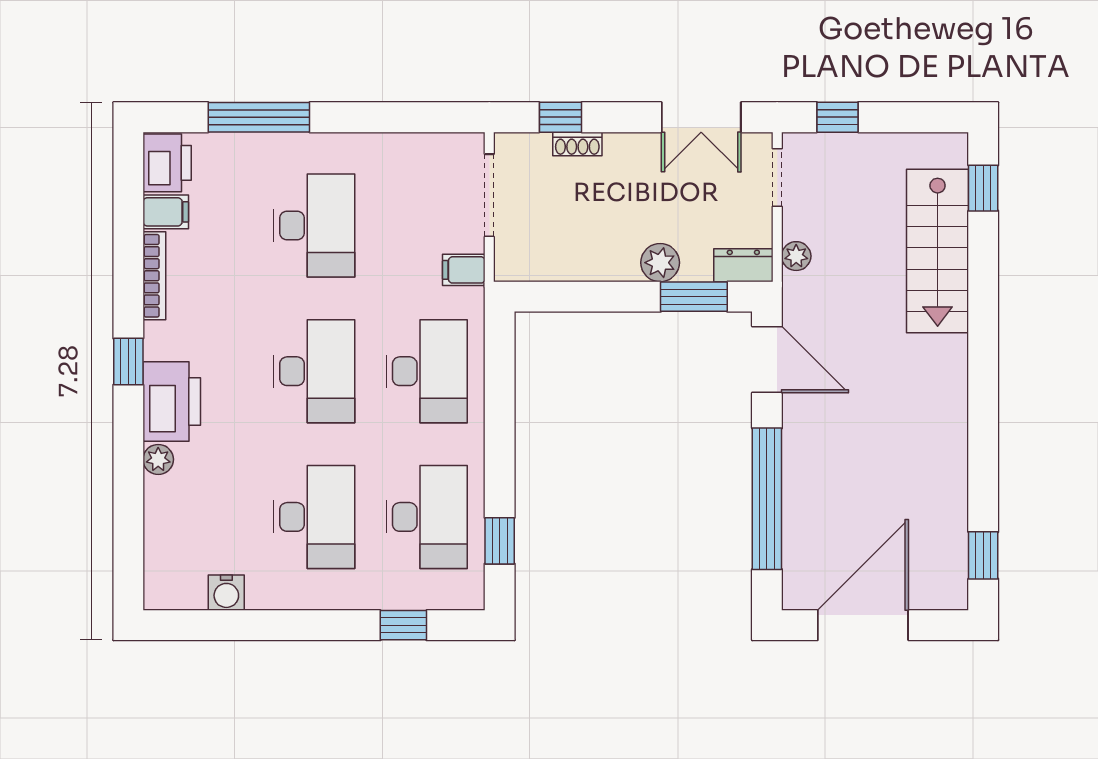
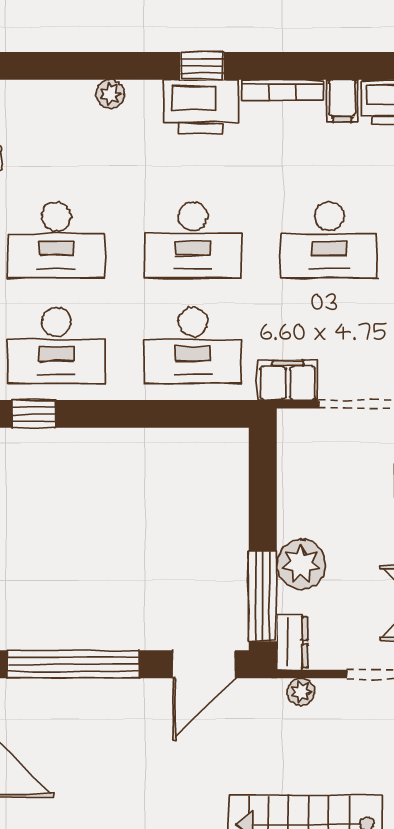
plant: (660, 263) -> (301, 564), width x1.36, depth x1.36
filing cabinet: (464, 270) -> (288, 380), width x2.00
window: (694, 297) -> (263, 596), width x1.44
printer: (172, 401) -> (201, 107), moved

